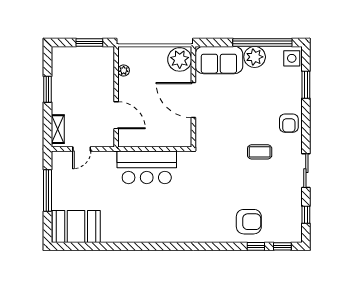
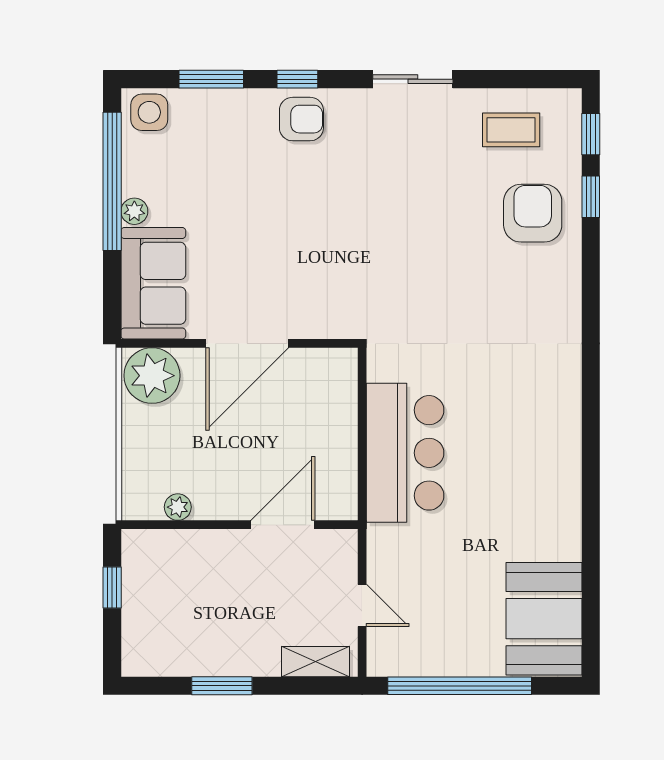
window: (89, 43) -> (112, 587), width x0.67
plant: (255, 57) -> (134, 211), width x0.53, depth x0.53
coffee table: (260, 152) -> (511, 130), moved, turned 90
window: (47, 191) -> (460, 686), width x1.46
window: (306, 215) -> (297, 79), moved

